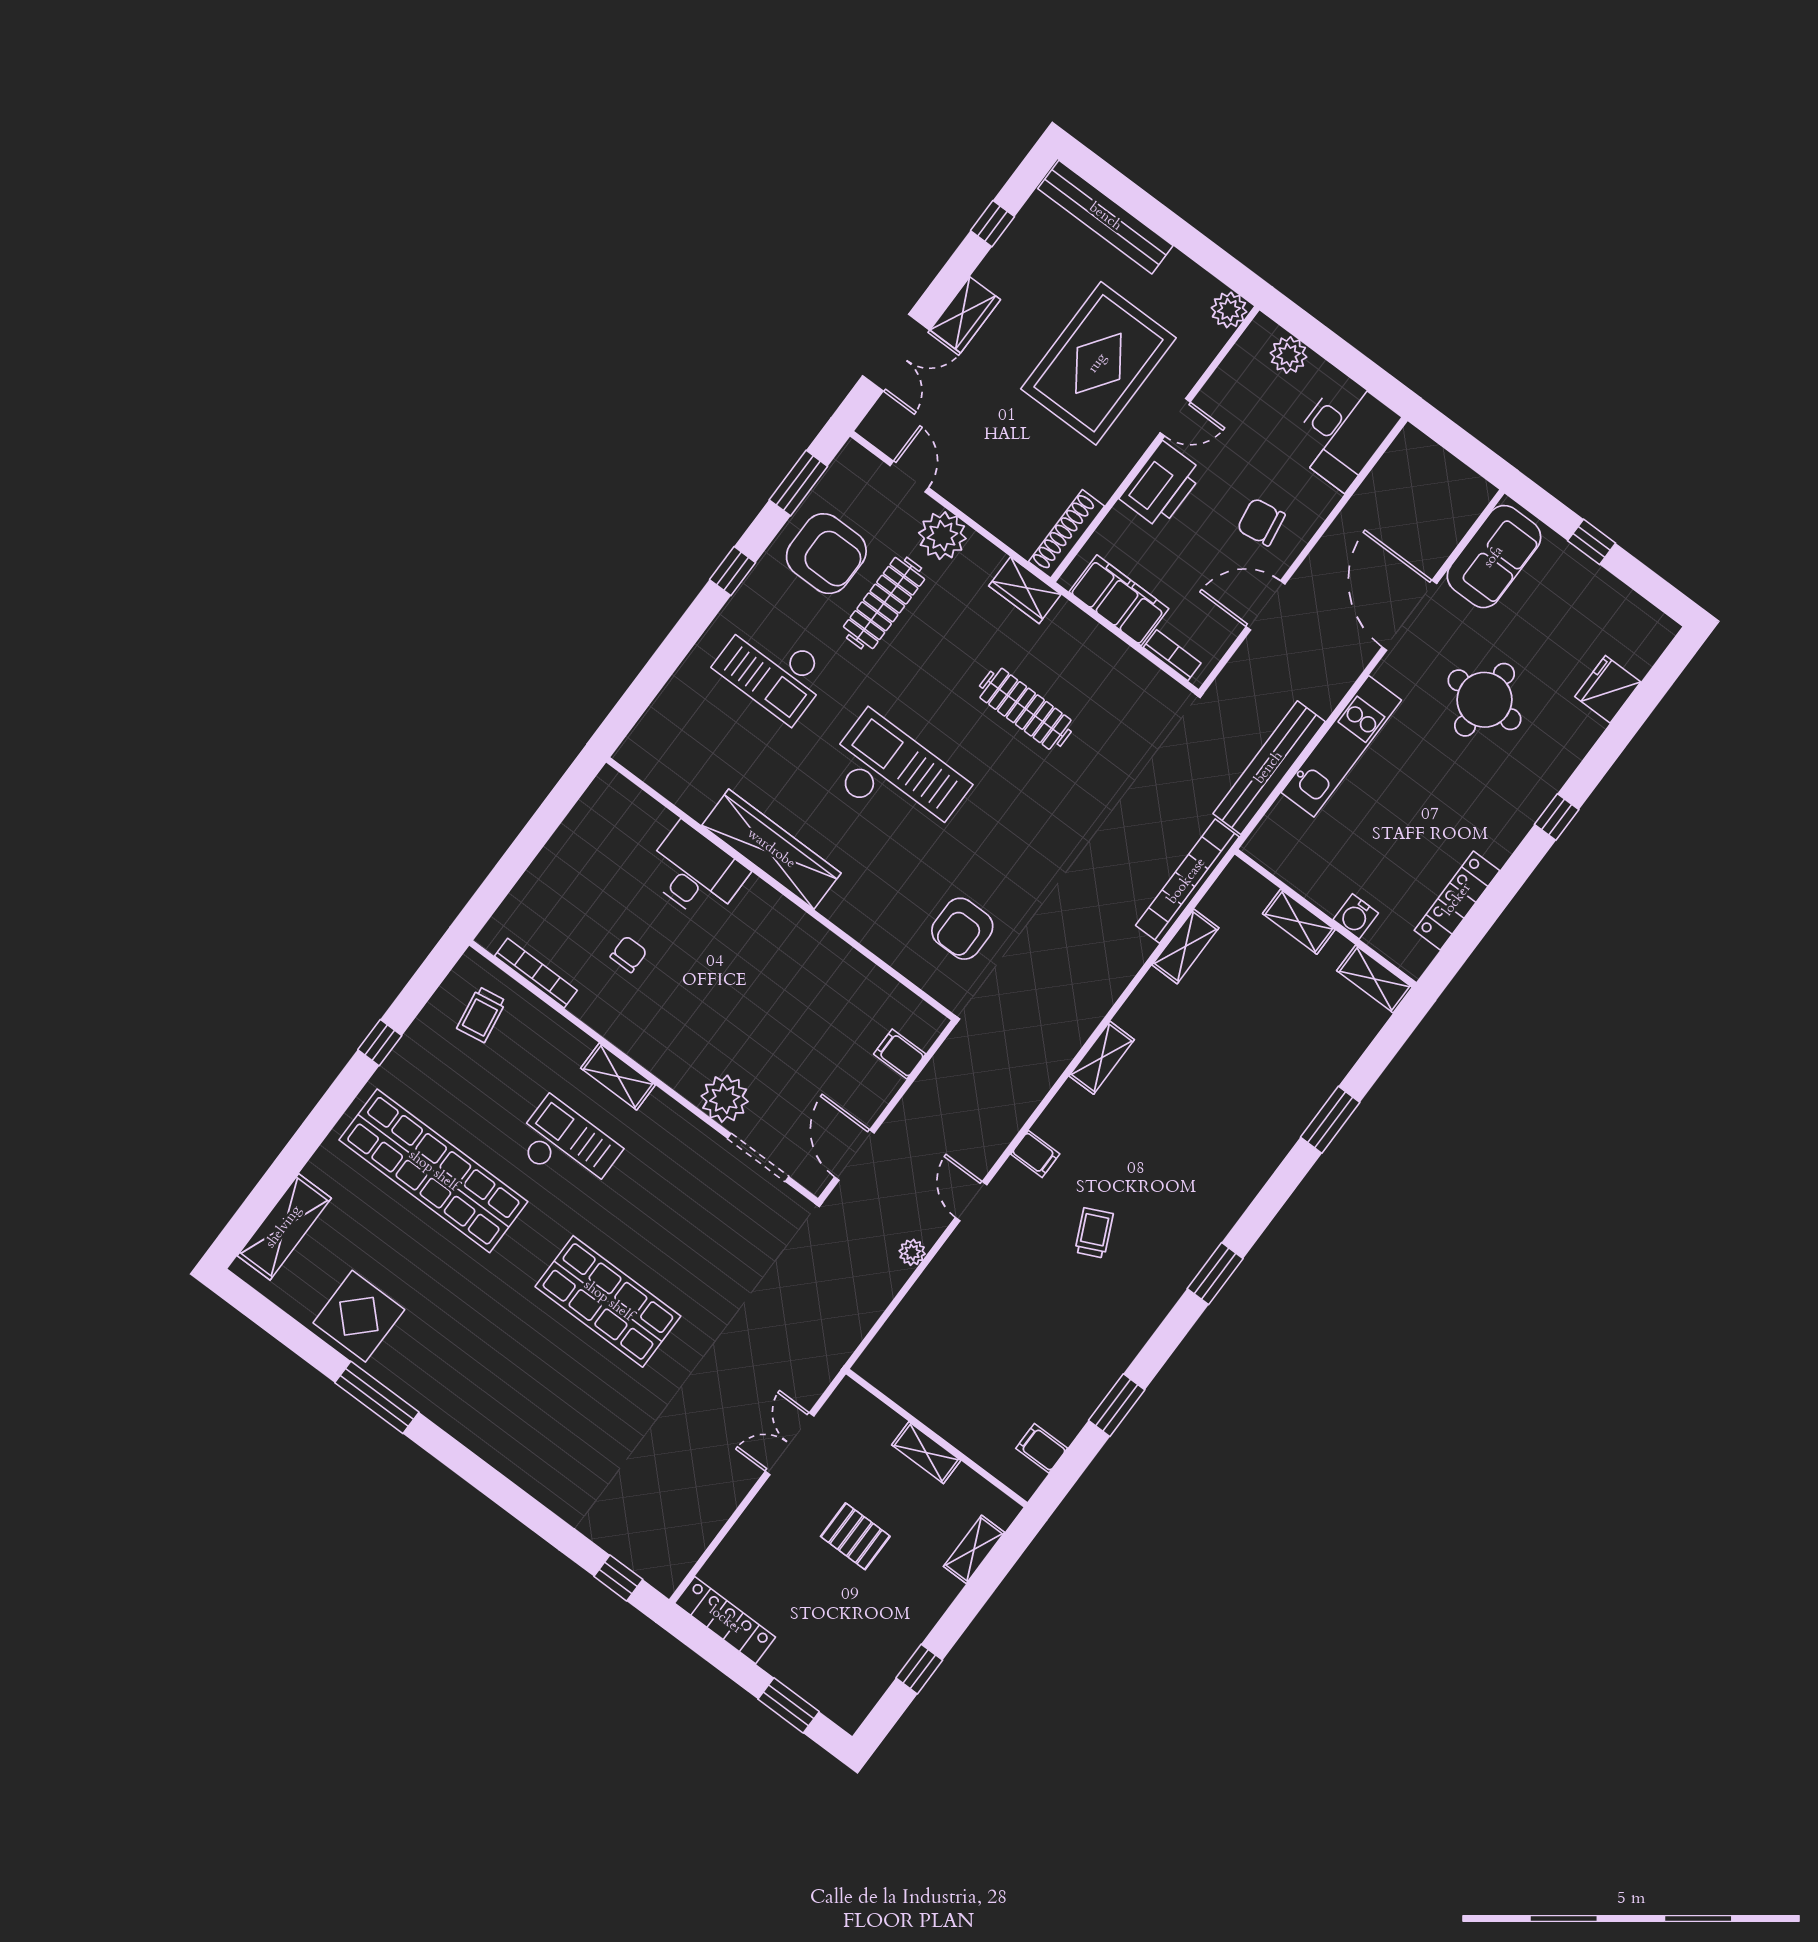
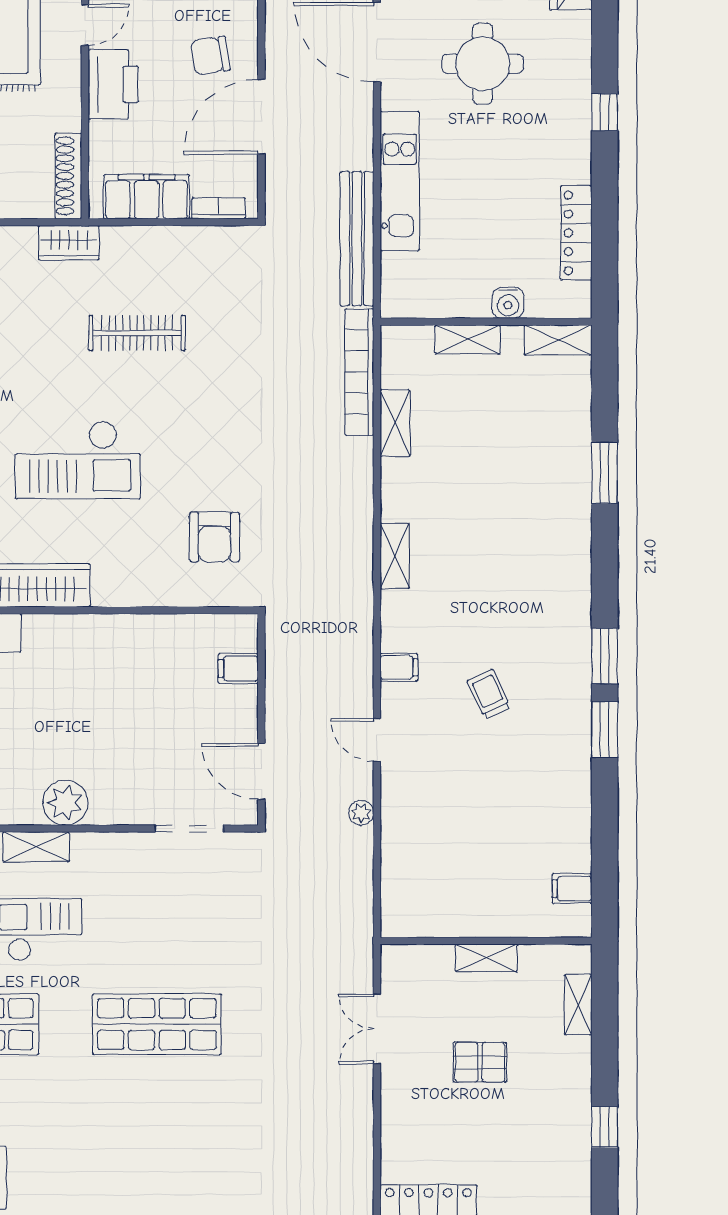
door: (1266, 605) -> (261, 117), width x1.36
checkout: (896, 778) -> (78, 460), turned 180
plant: (725, 1099) -> (65, 803), moved
window: (1117, 1405) -> (605, 730), moved

